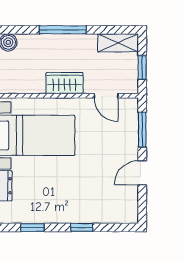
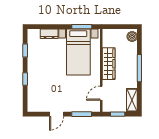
wardrobe: (64, 83) -> (109, 64), width x1.50
door: (142, 173) -> (57, 114), swing flipped

